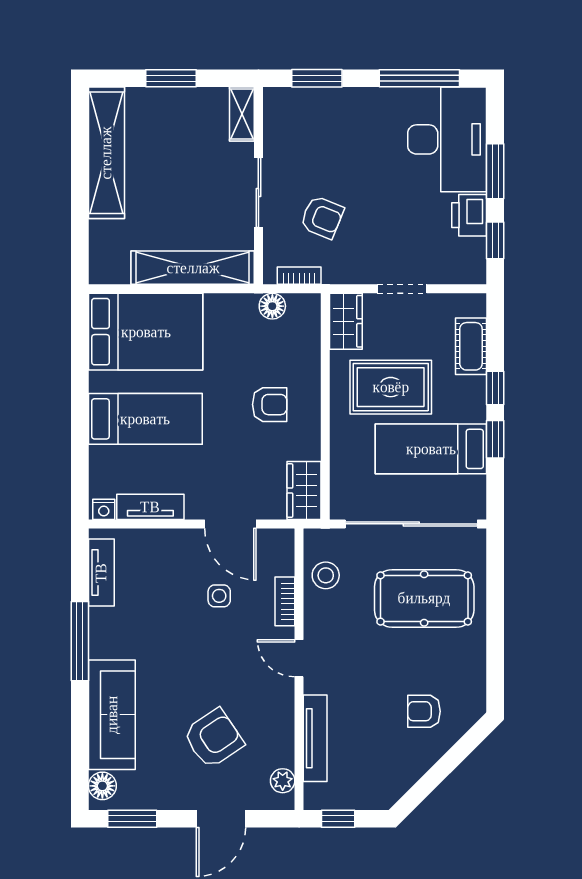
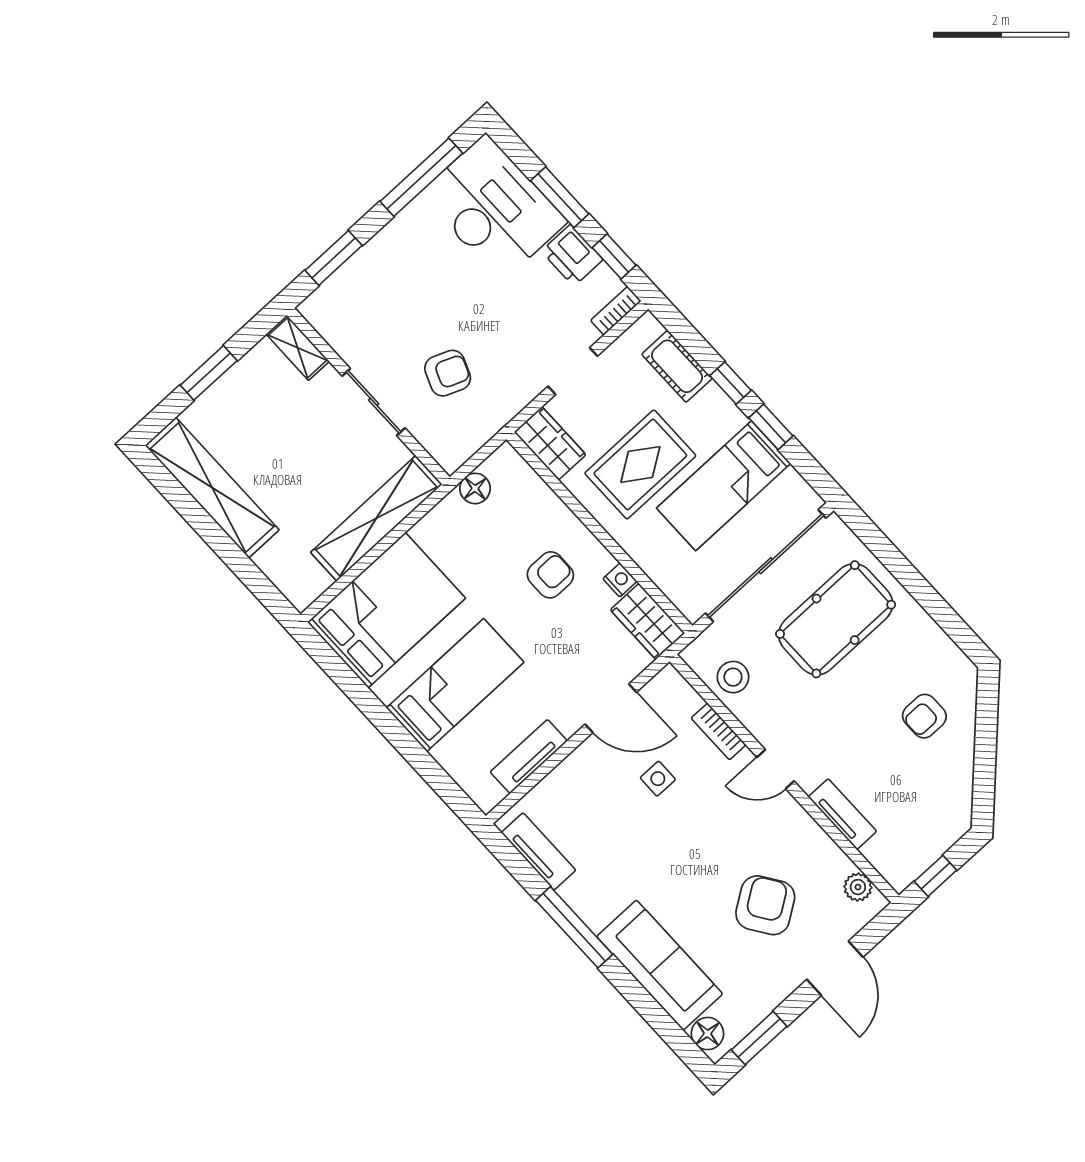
bookcase: (299, 276) -> (616, 311), moved
nightstand: (104, 509) -> (620, 580), moved, turned -90
tv unit: (315, 738) -> (842, 814), width x0.71

